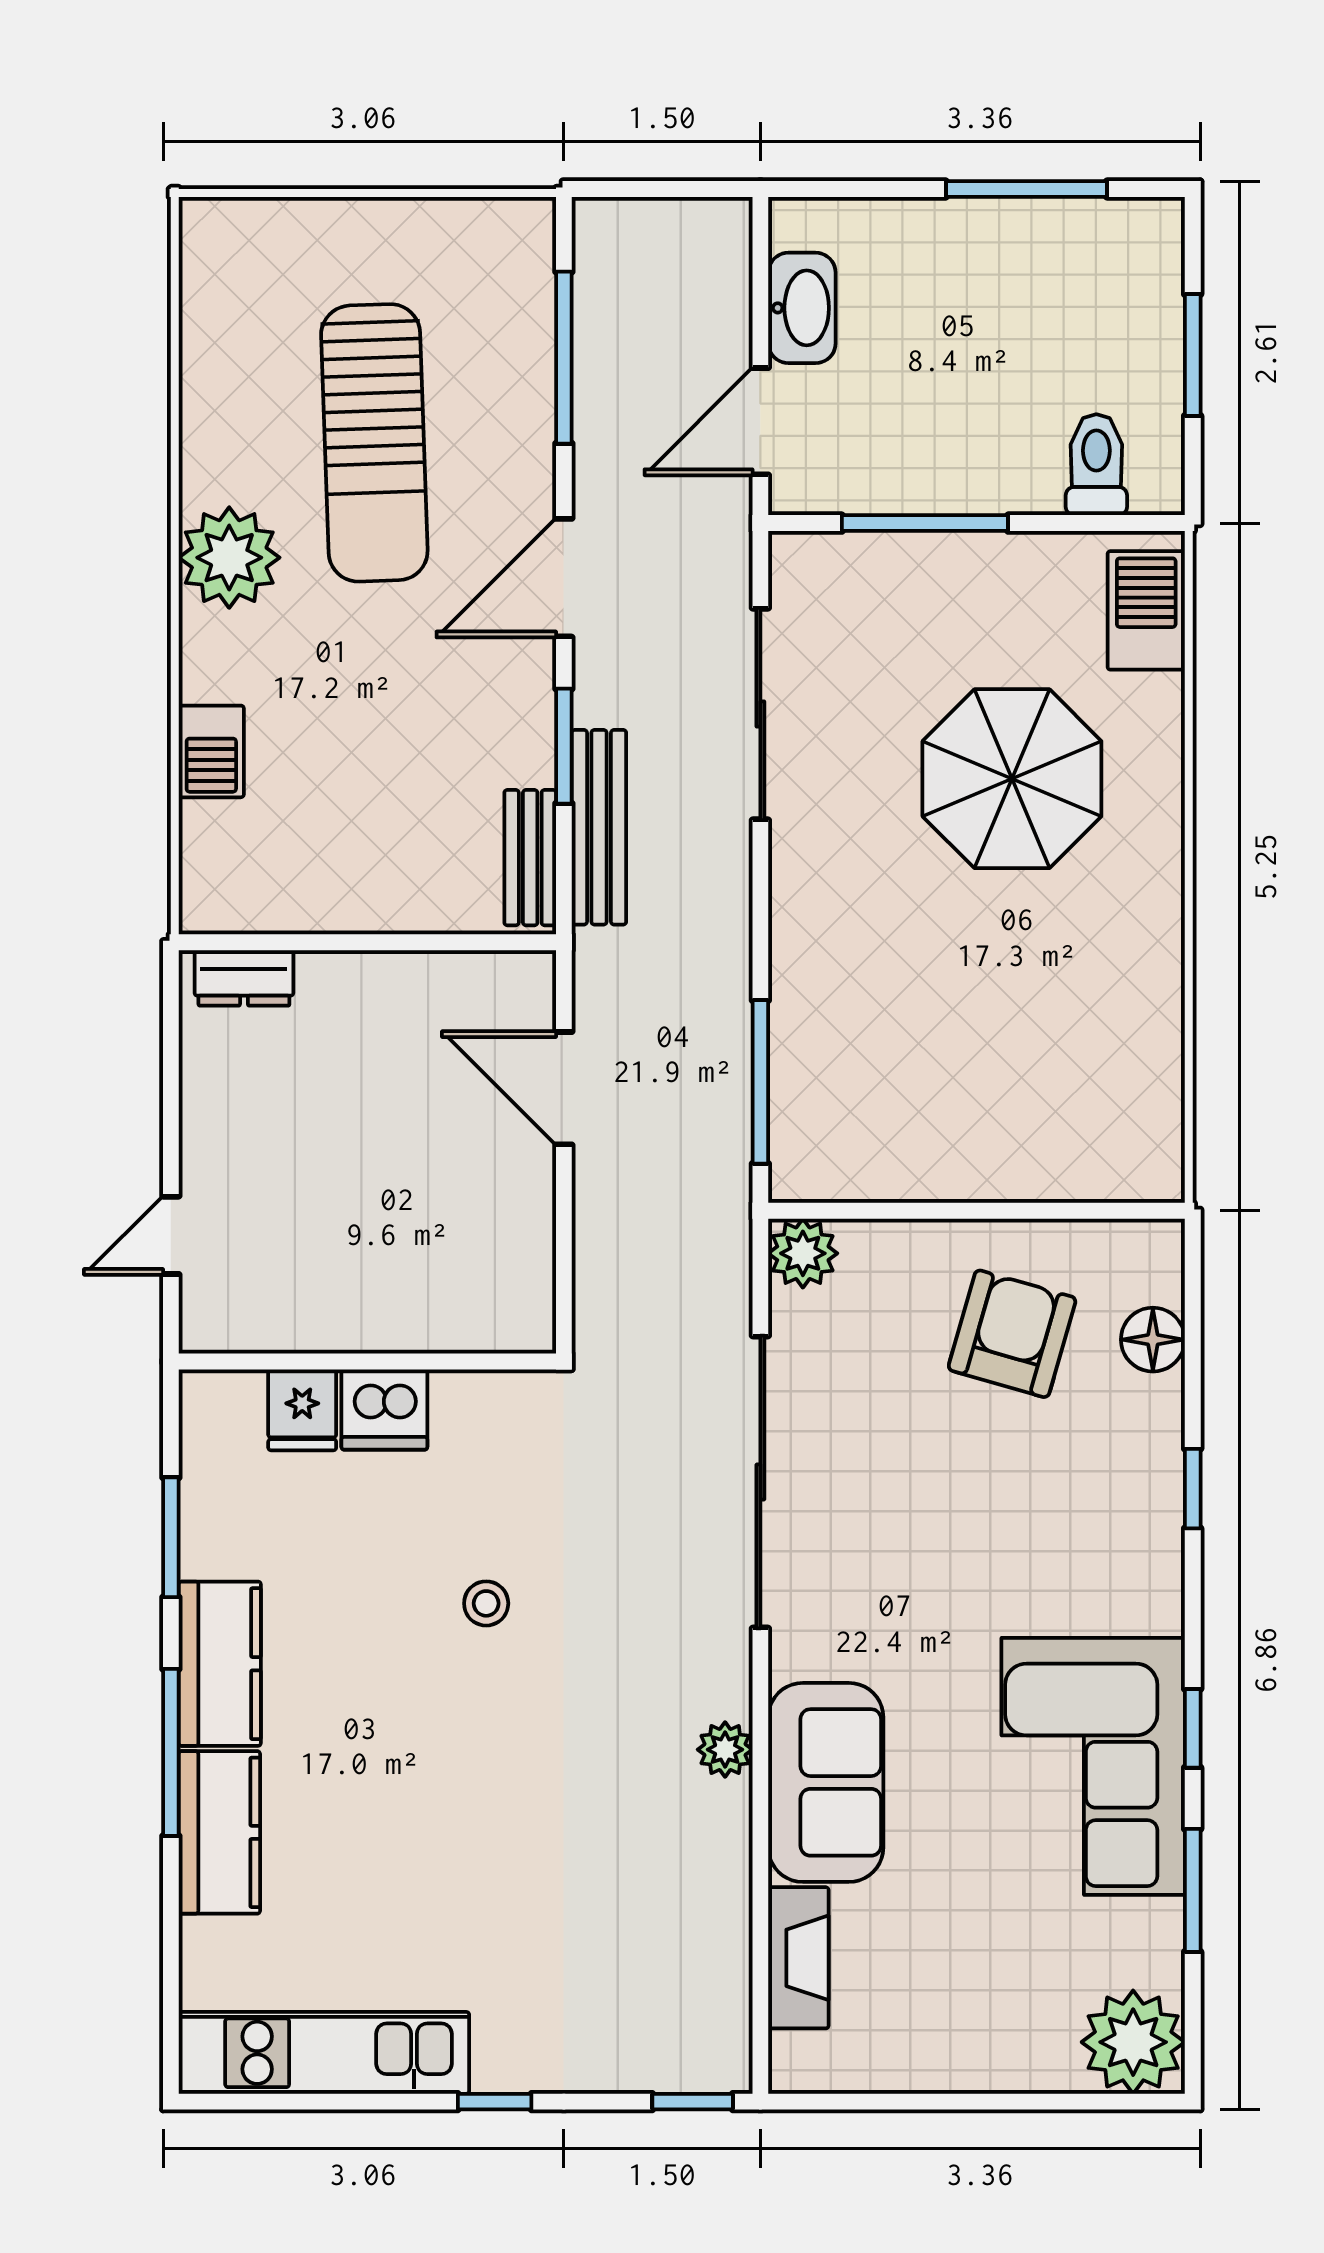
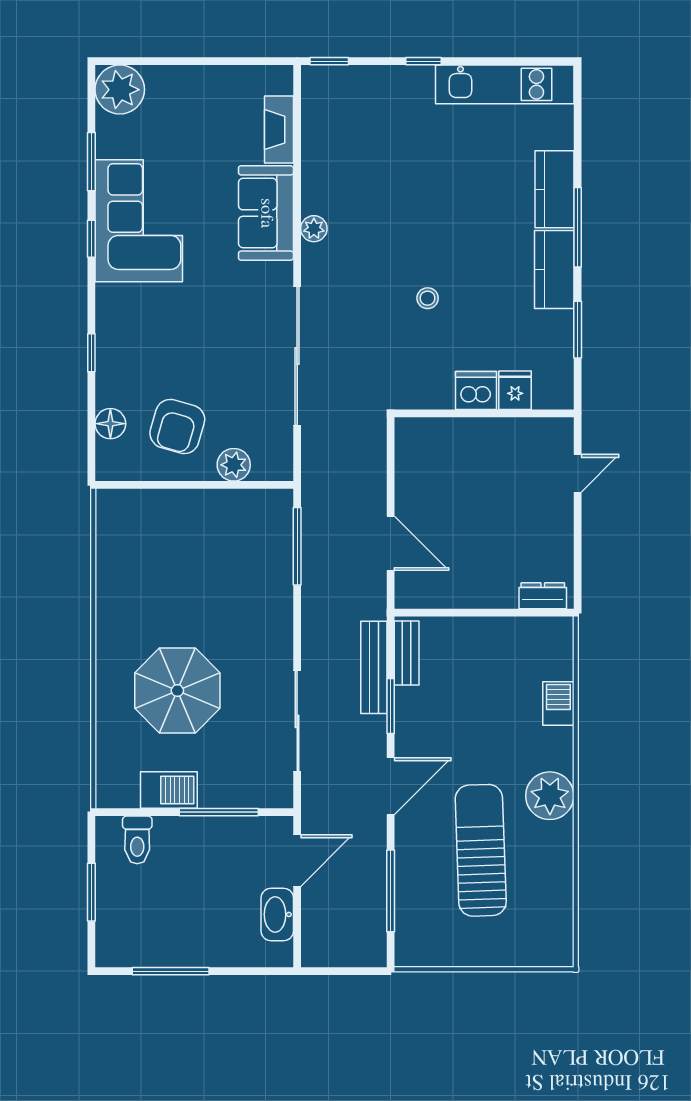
barbecue: (1146, 610) -> (169, 790), moved, turned -90
plant: (803, 1253) -> (234, 465), moved

